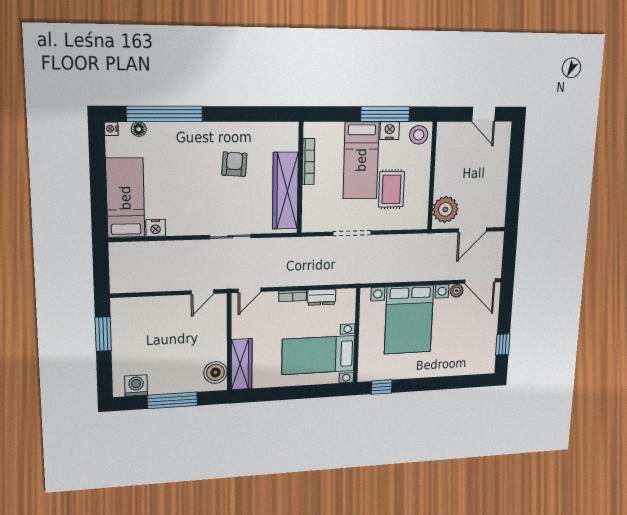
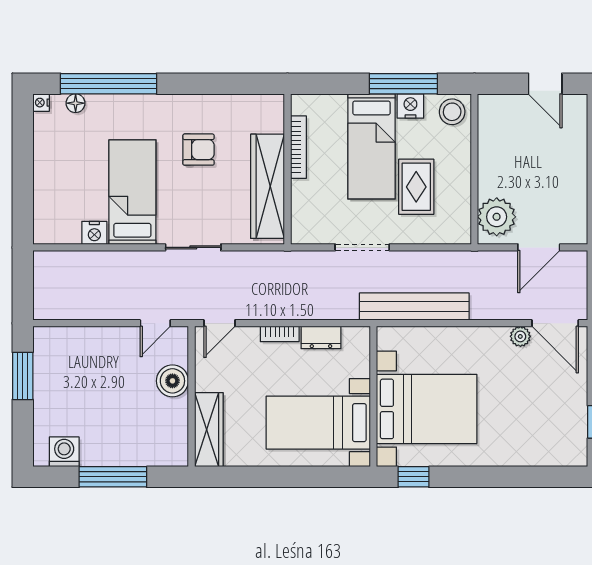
armchair: (234, 164) -> (199, 150), turned 86
bed: (125, 198) -> (132, 192), moved
bench: (387, 273) -> (414, 307), added
bed with nightstands: (409, 320) -> (427, 409), moved, turned -90
boiler: (215, 372) -> (172, 381), moved

